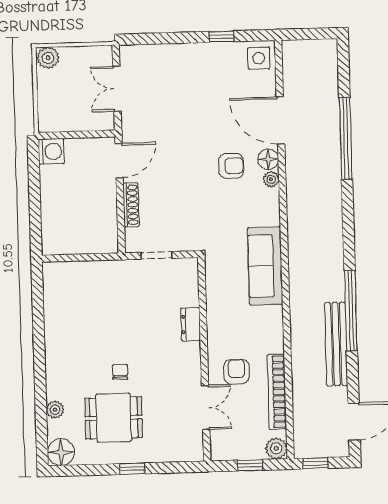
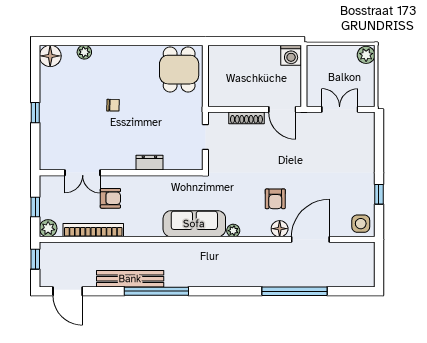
plant: (271, 179) -> (233, 231), moved
dining table: (114, 418) -> (179, 70), moved

